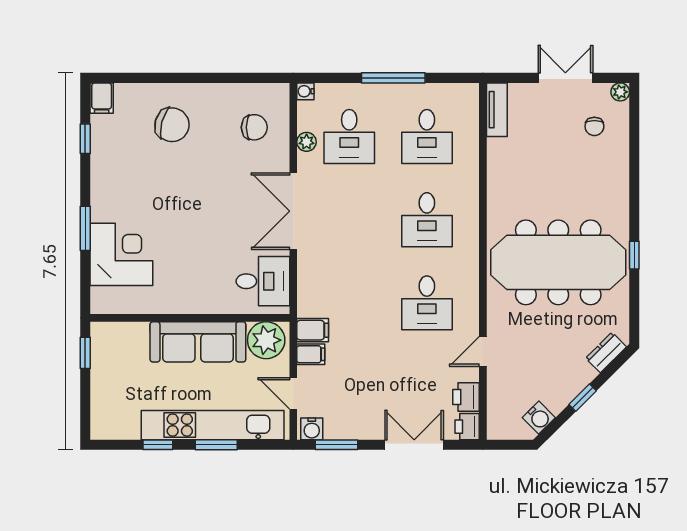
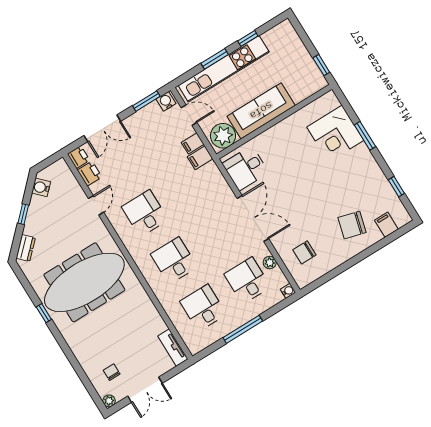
filing cabinet: (102, 98) -> (386, 225), moved

